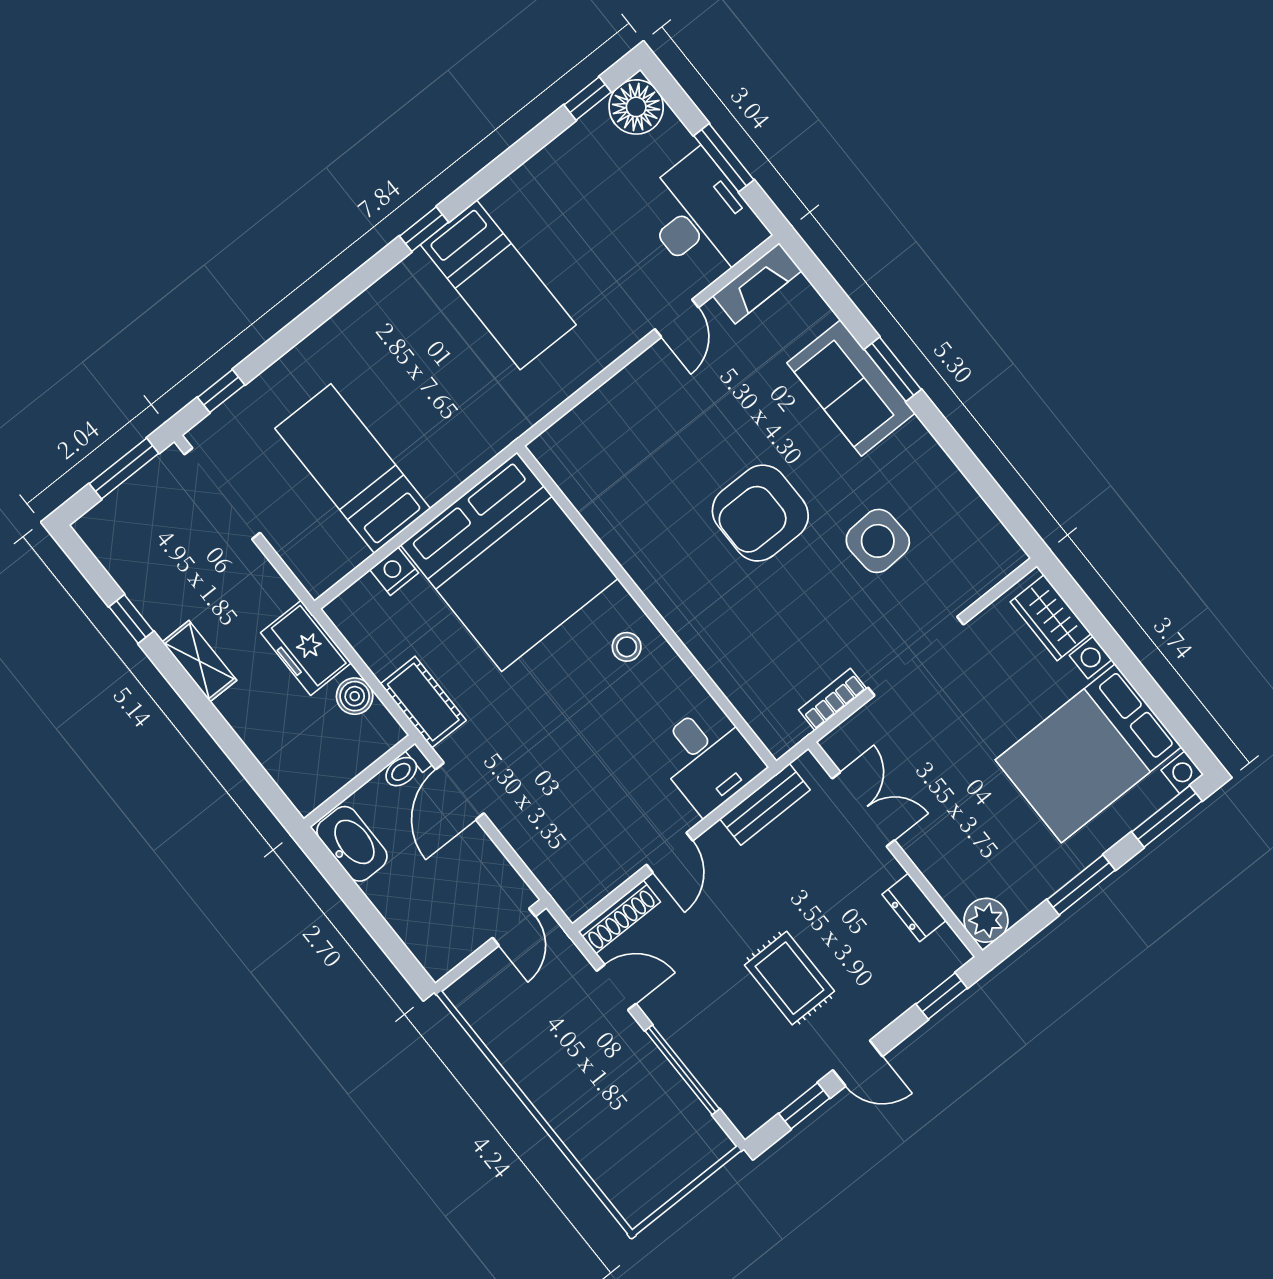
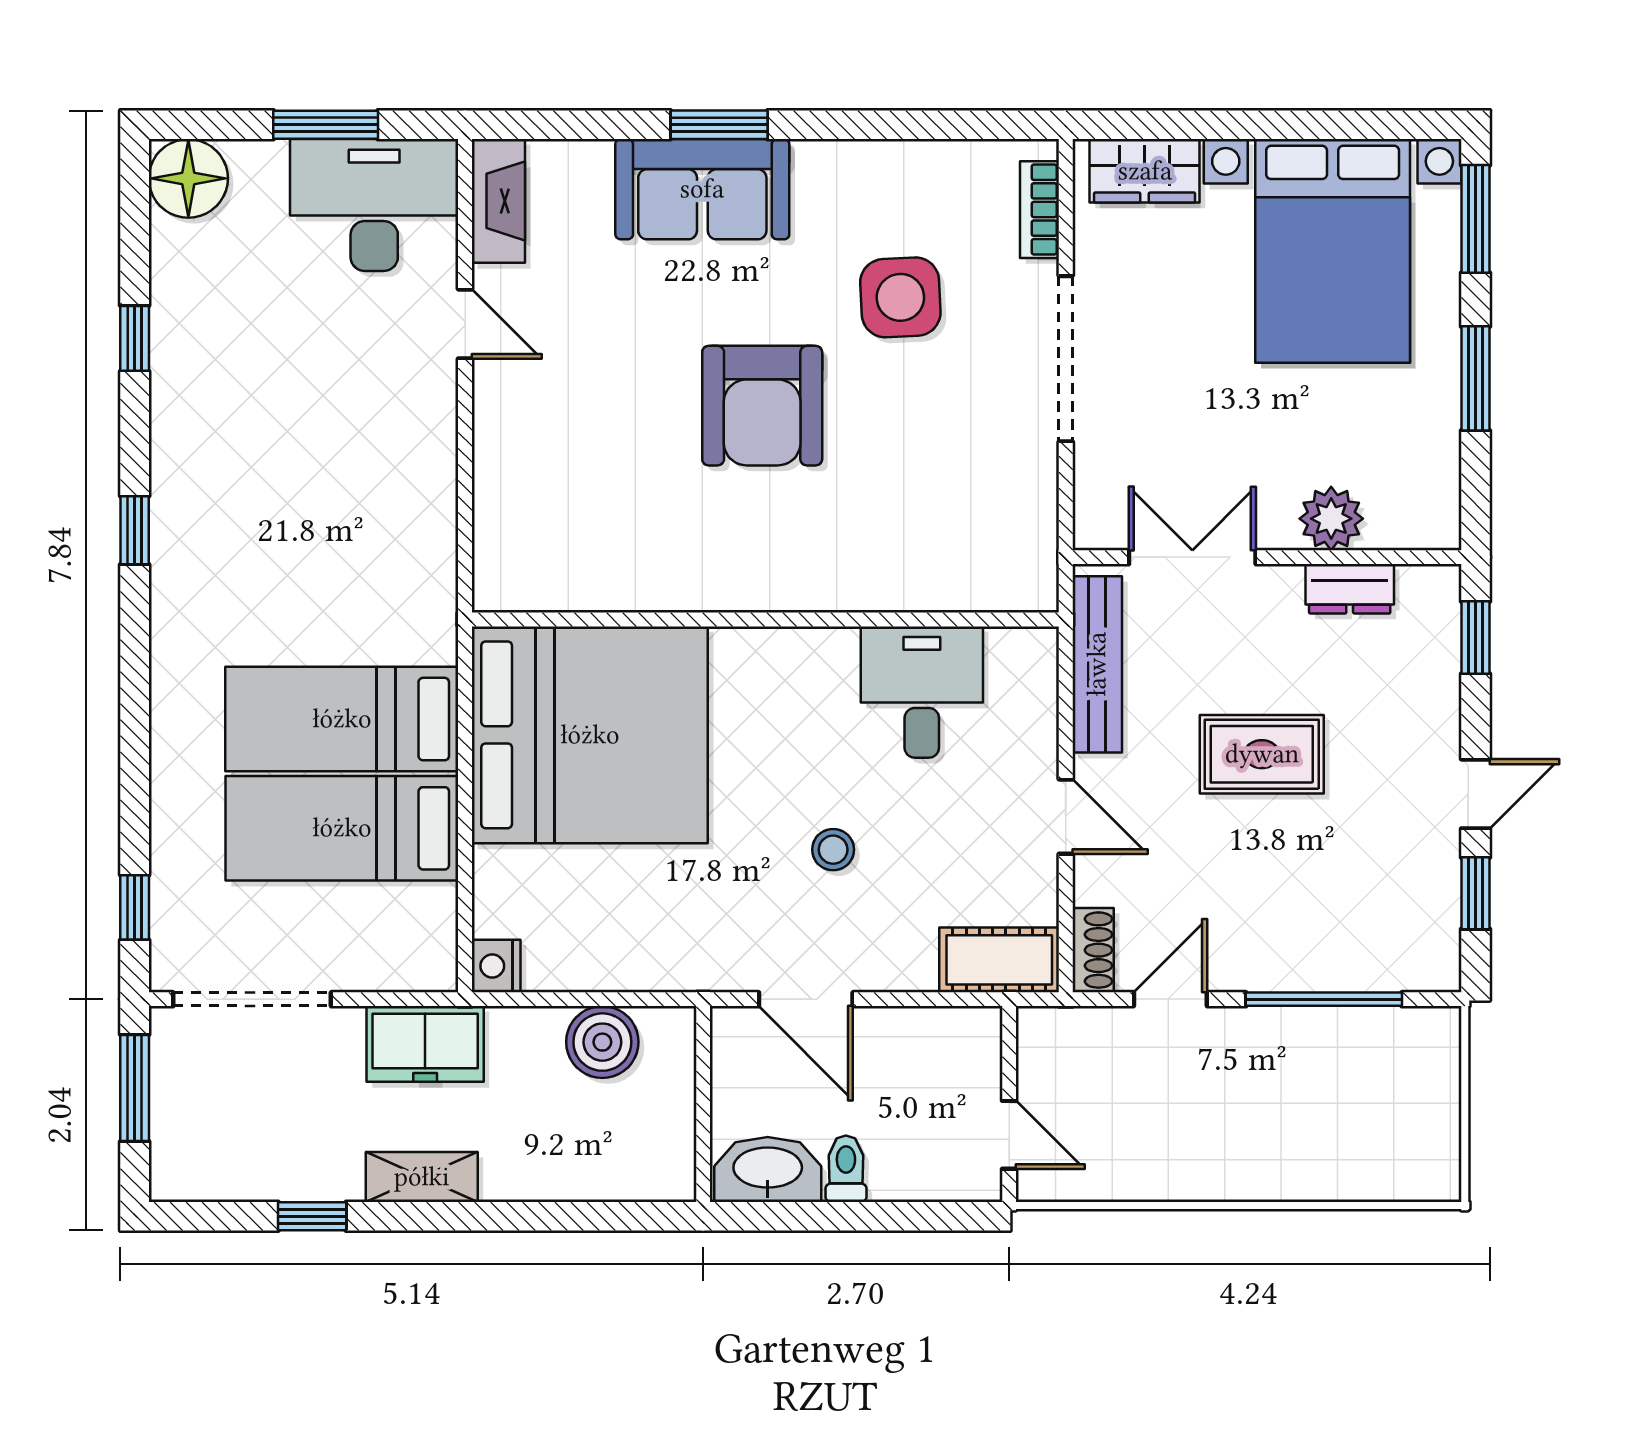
window: (588, 98) -> (135, 338), moved
bed: (498, 285) -> (342, 719), moved, turned 180
nightstand: (394, 571) -> (496, 966), moved
stool: (627, 647) -> (833, 850), moved
freezer: (306, 648) -> (425, 1044), moved
boiler: (355, 696) -> (602, 1042), width x1.36, depth x1.36
bookcase: (833, 699) -> (1040, 210), moved
cot: (423, 702) -> (999, 960), moved
desk: (708, 758) -> (922, 692), moved, turned -90
toilet: (406, 768) -> (846, 1169), moved, turned 180
bench: (765, 804) -> (1097, 664), width x1.36
shoe rack: (619, 917) -> (1093, 950), width x0.70
plant: (986, 920) -> (1331, 519), moved
door: (514, 927) -> (1009, 1135), moved
rug: (789, 978) -> (1262, 754), moved

